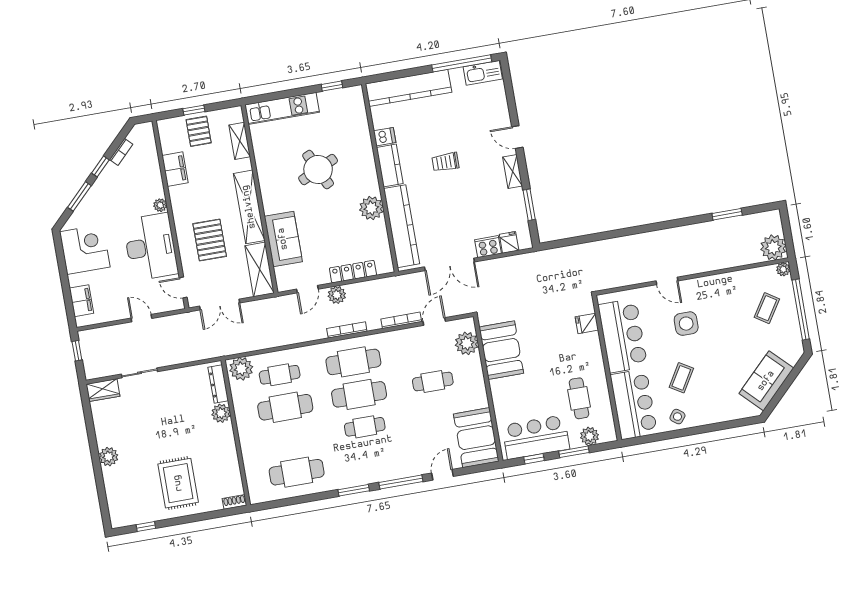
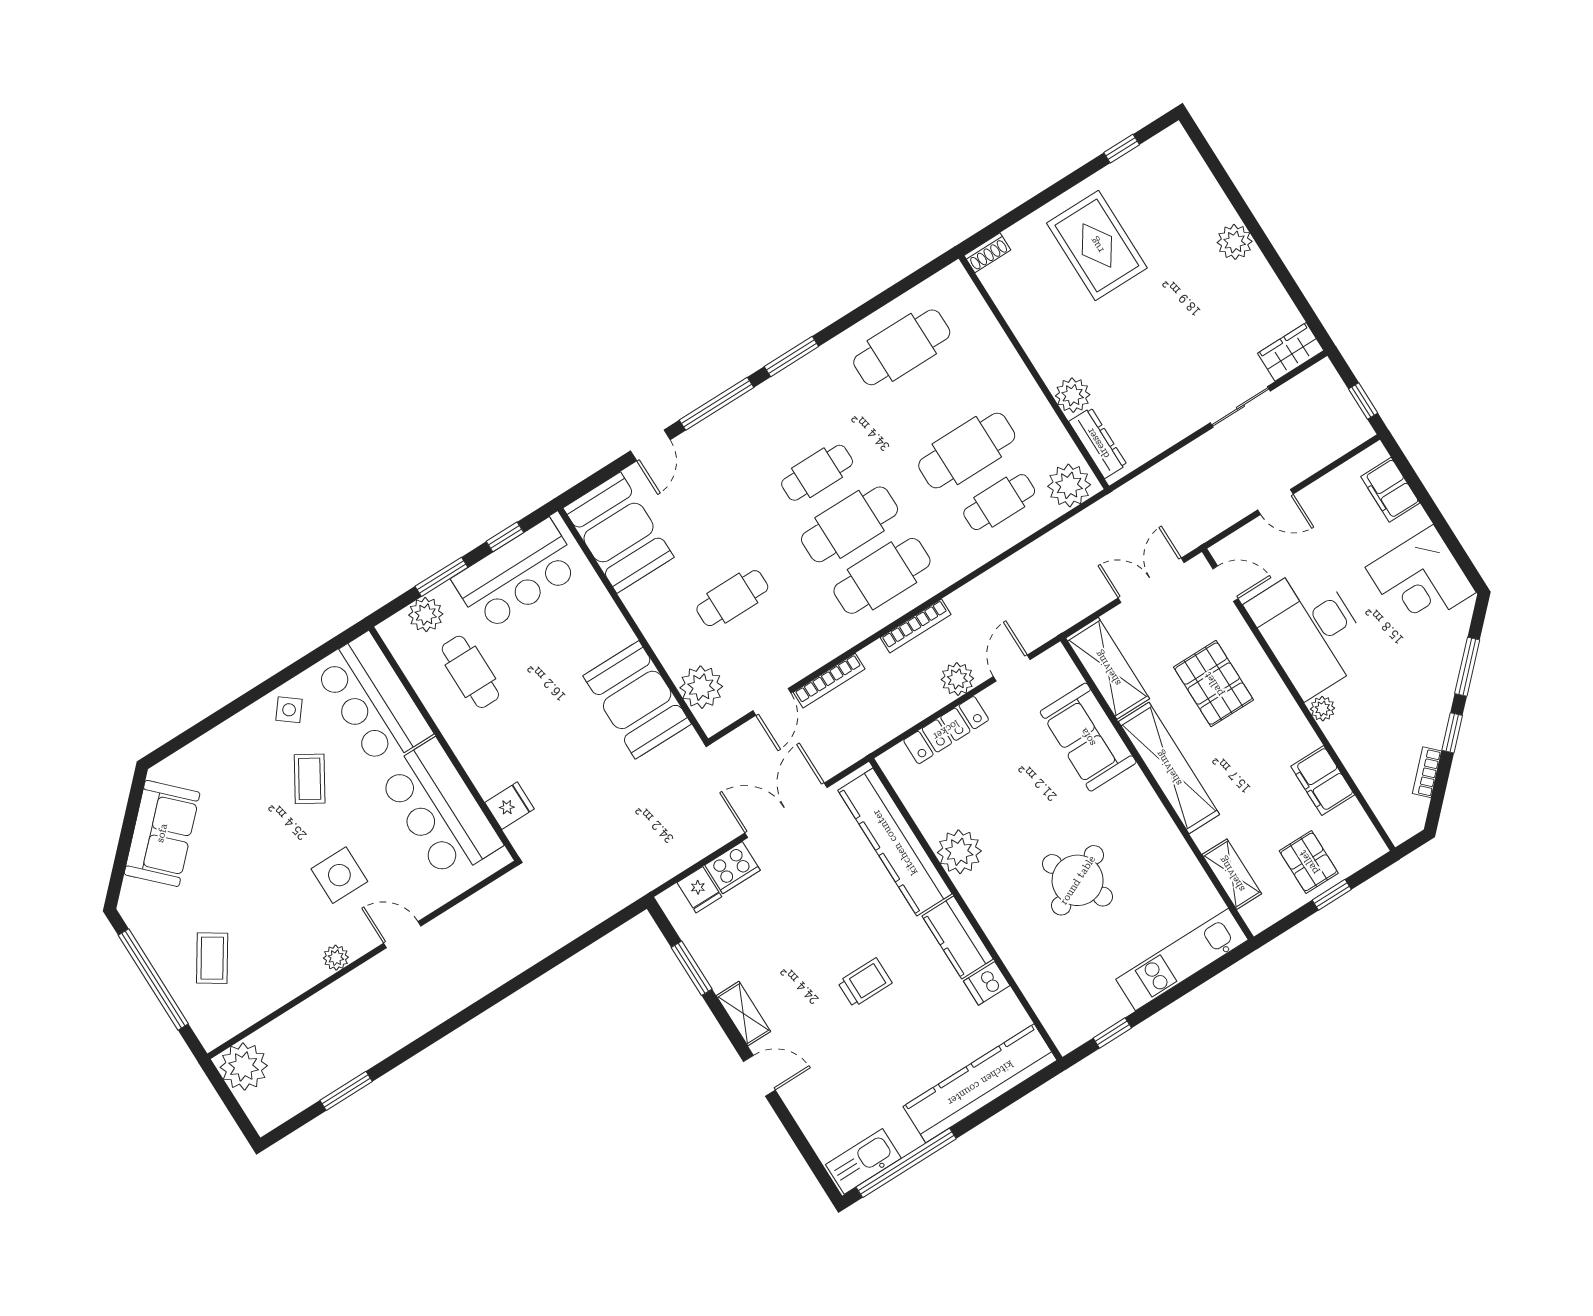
plant: (783, 269) -> (336, 958), moved

